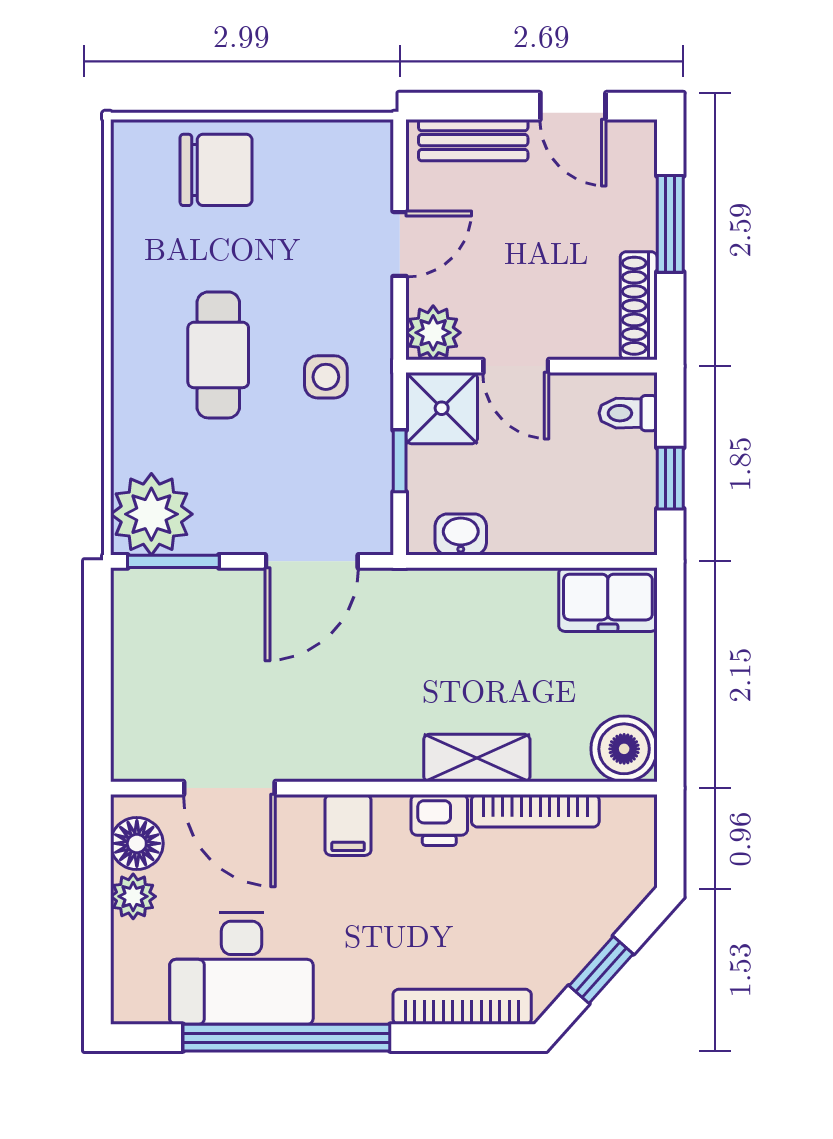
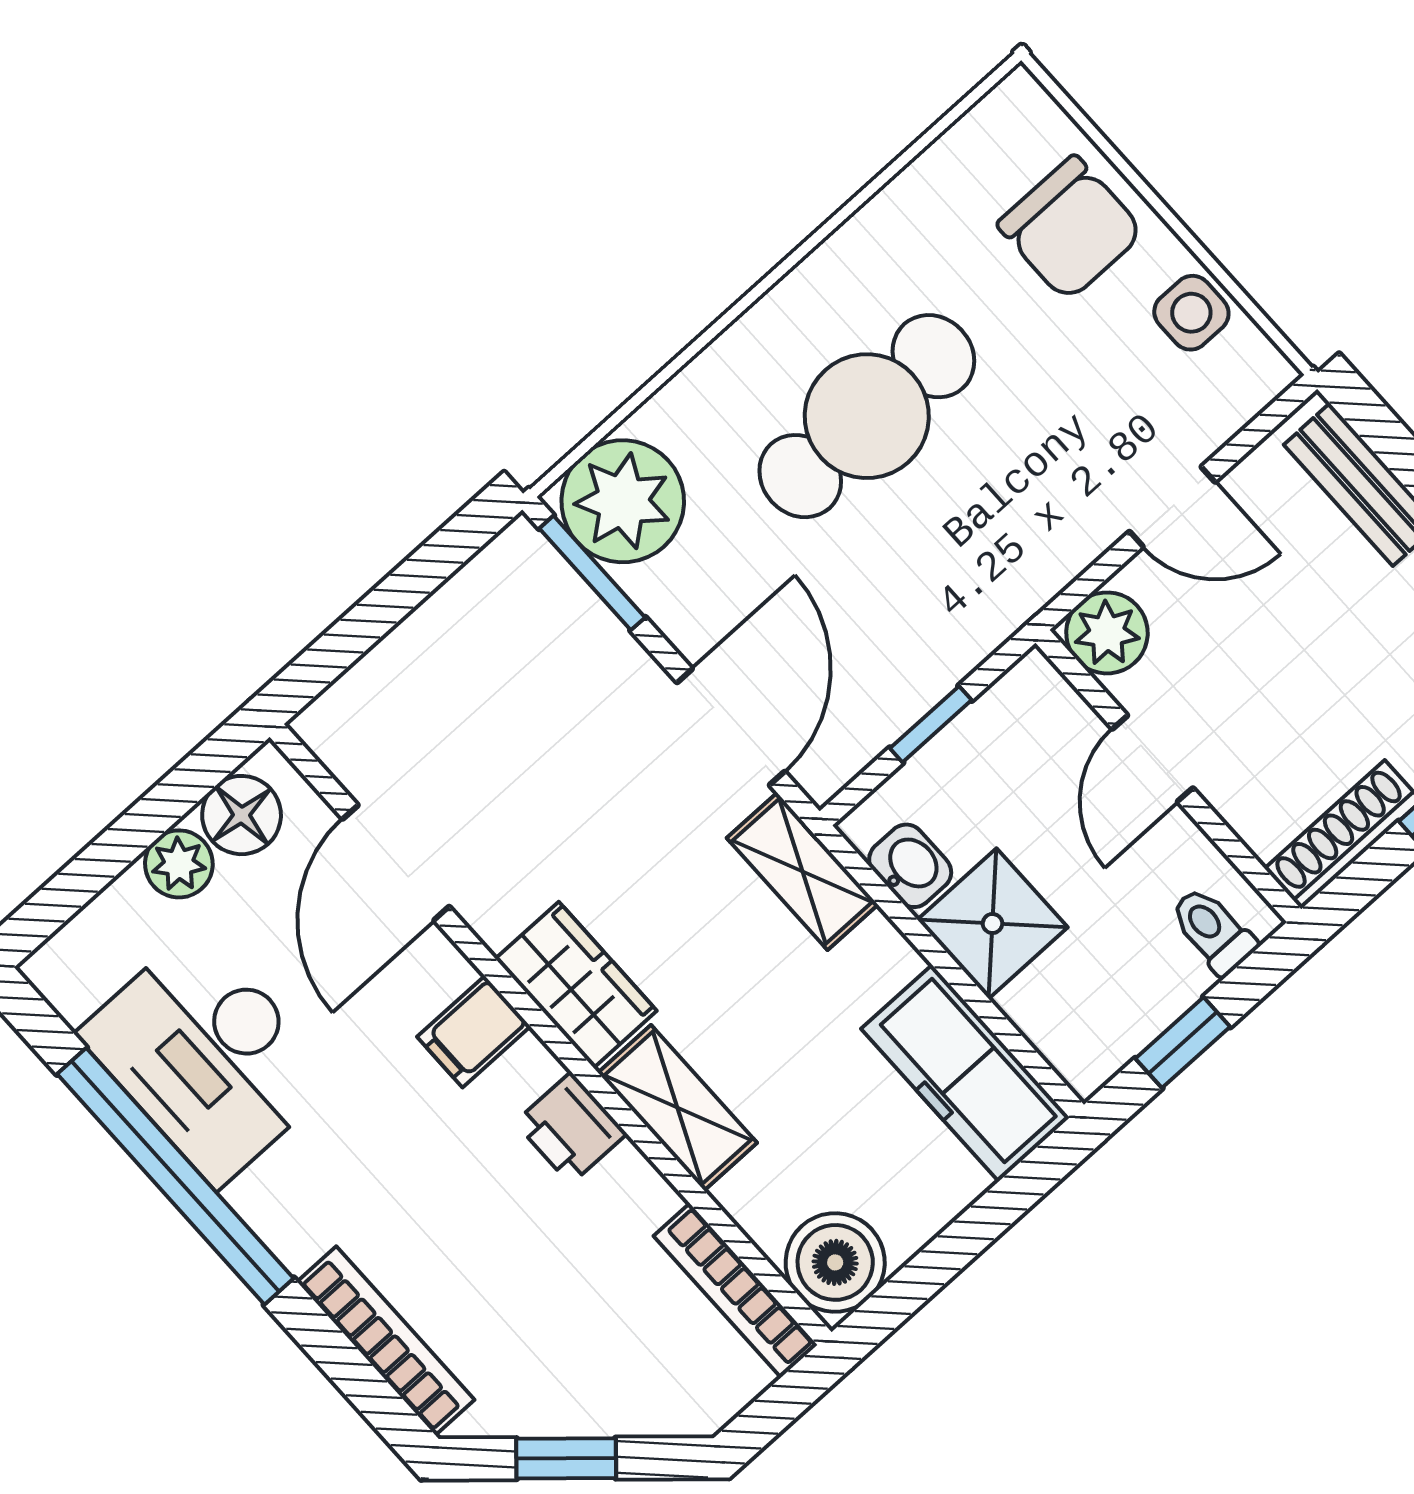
cafe table: (218, 355) -> (867, 416), width x1.37, depth x1.35
side table: (326, 377) -> (1191, 313), moved
shower: (442, 408) -> (992, 924), moved
door: (312, 561) -> (731, 727), swing flipped
shelving: (415, 590) -> (802, 871), added
freezer: (608, 600) -> (965, 1073), width x1.40
wardrobe: (371, 753) -> (576, 985), added
bookcase: (535, 811) -> (735, 1290), moved

